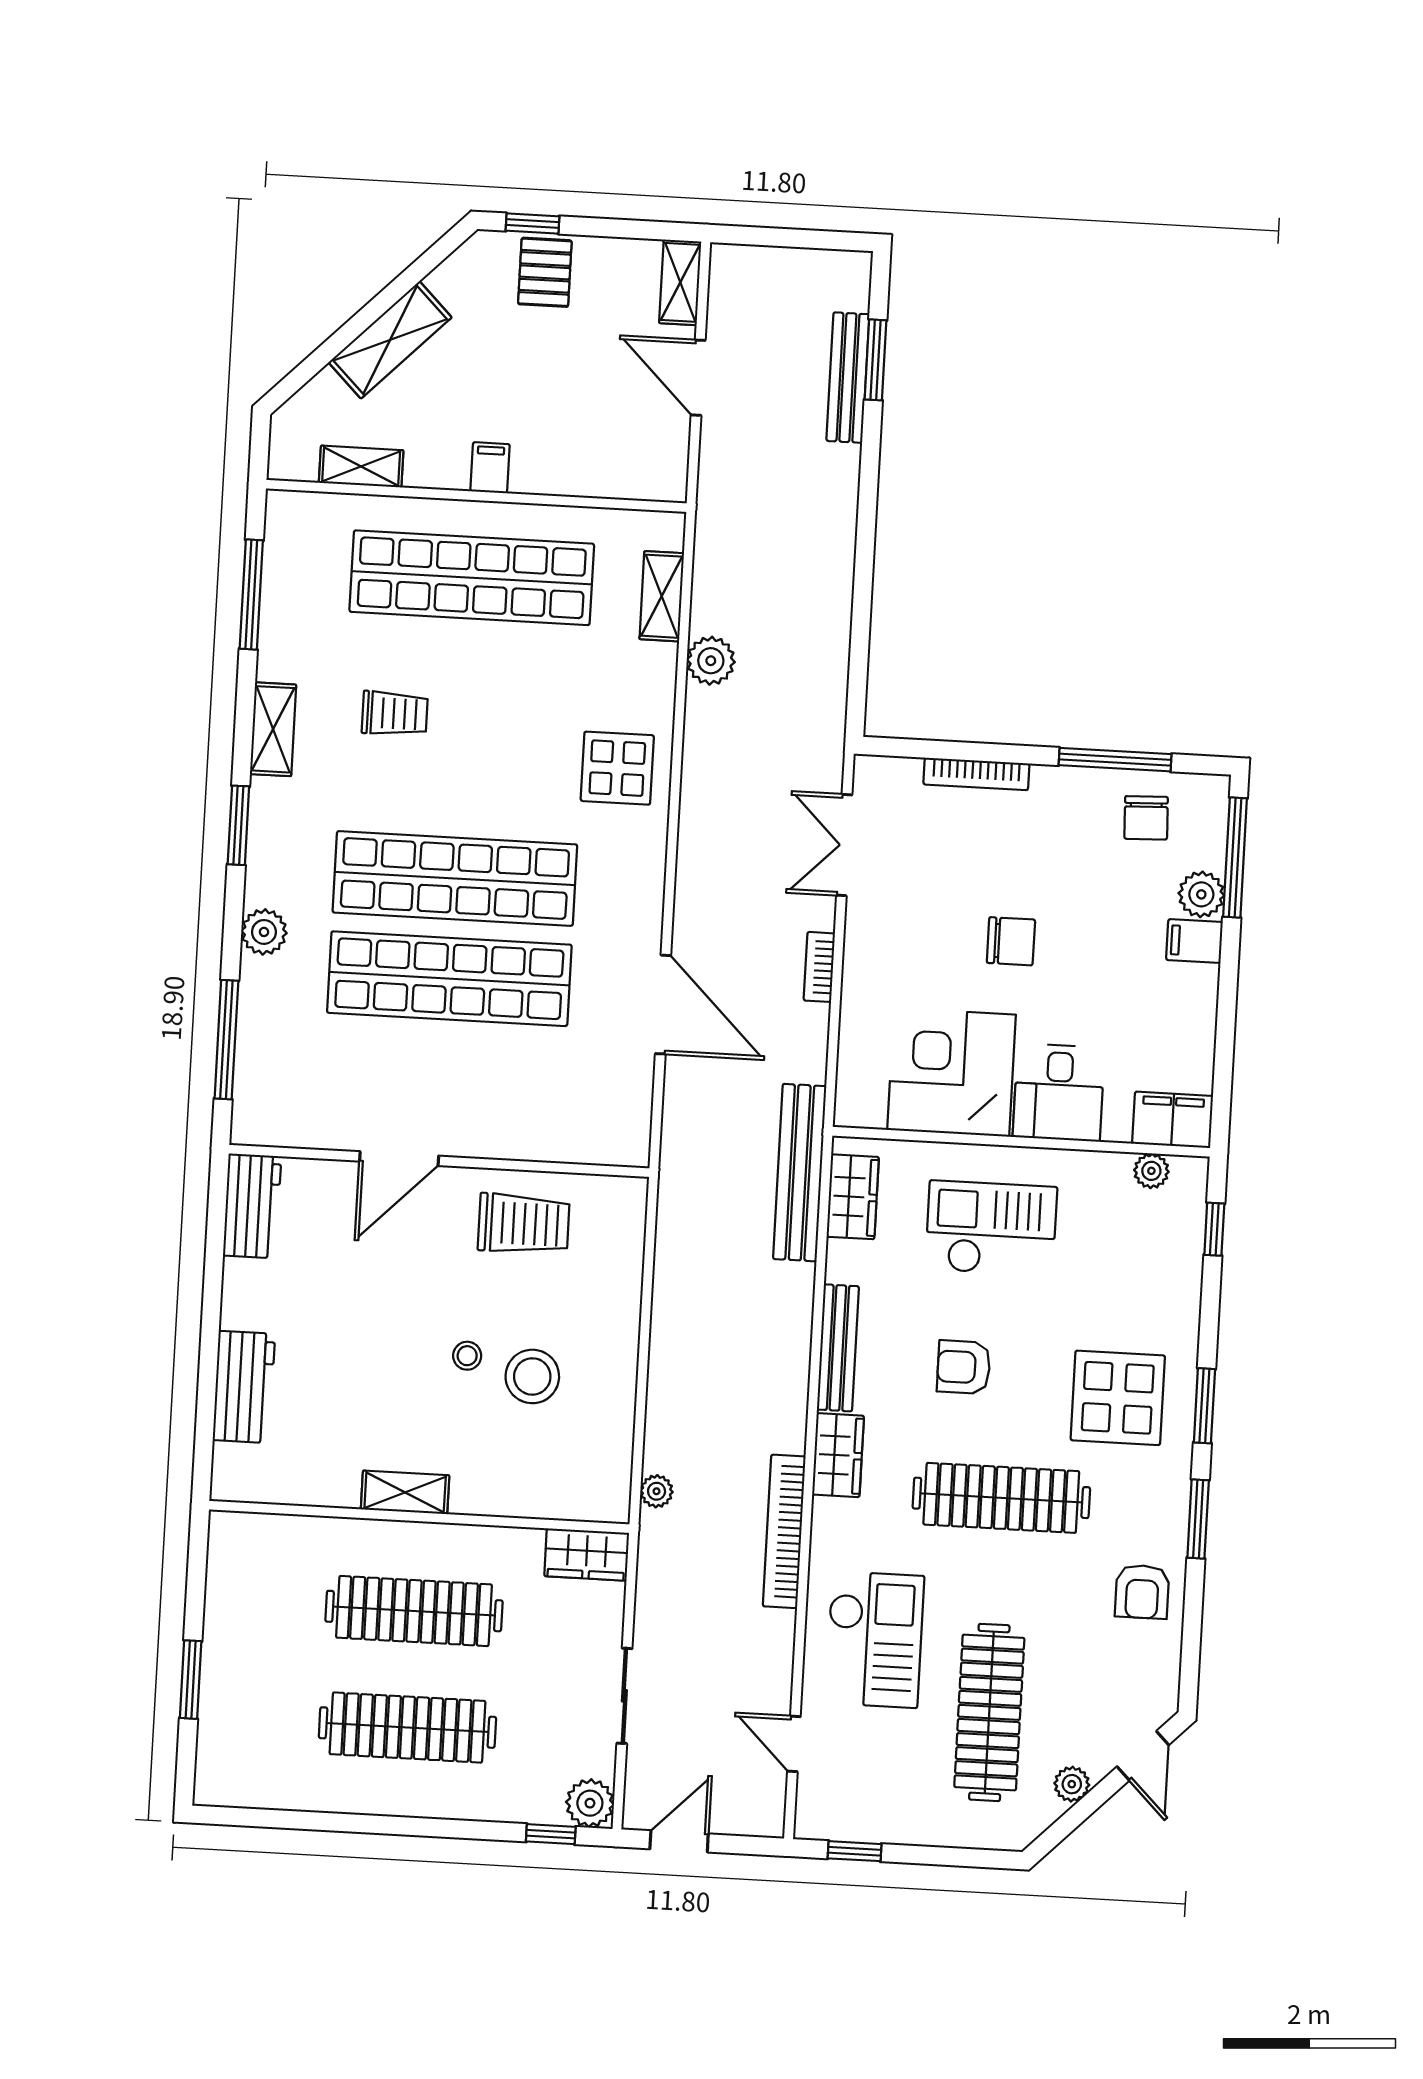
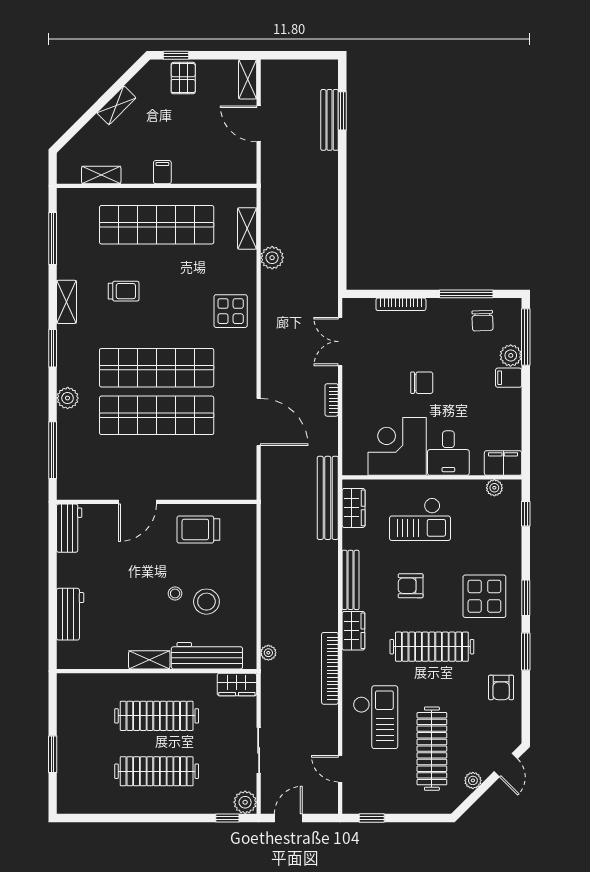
shelving: (390, 340) -> (116, 105), width x0.67, depth x0.75
trolley: (524, 1224) -> (198, 529), turned 180
checkout: (991, 1228) -> (420, 519), turned 180
workbench: (527, 1490) -> (207, 656), added

